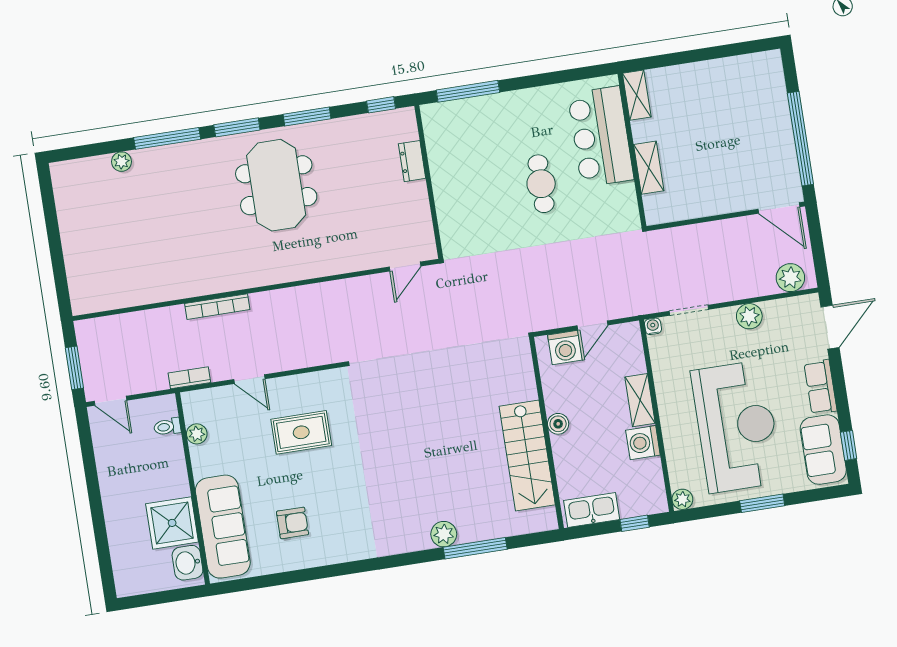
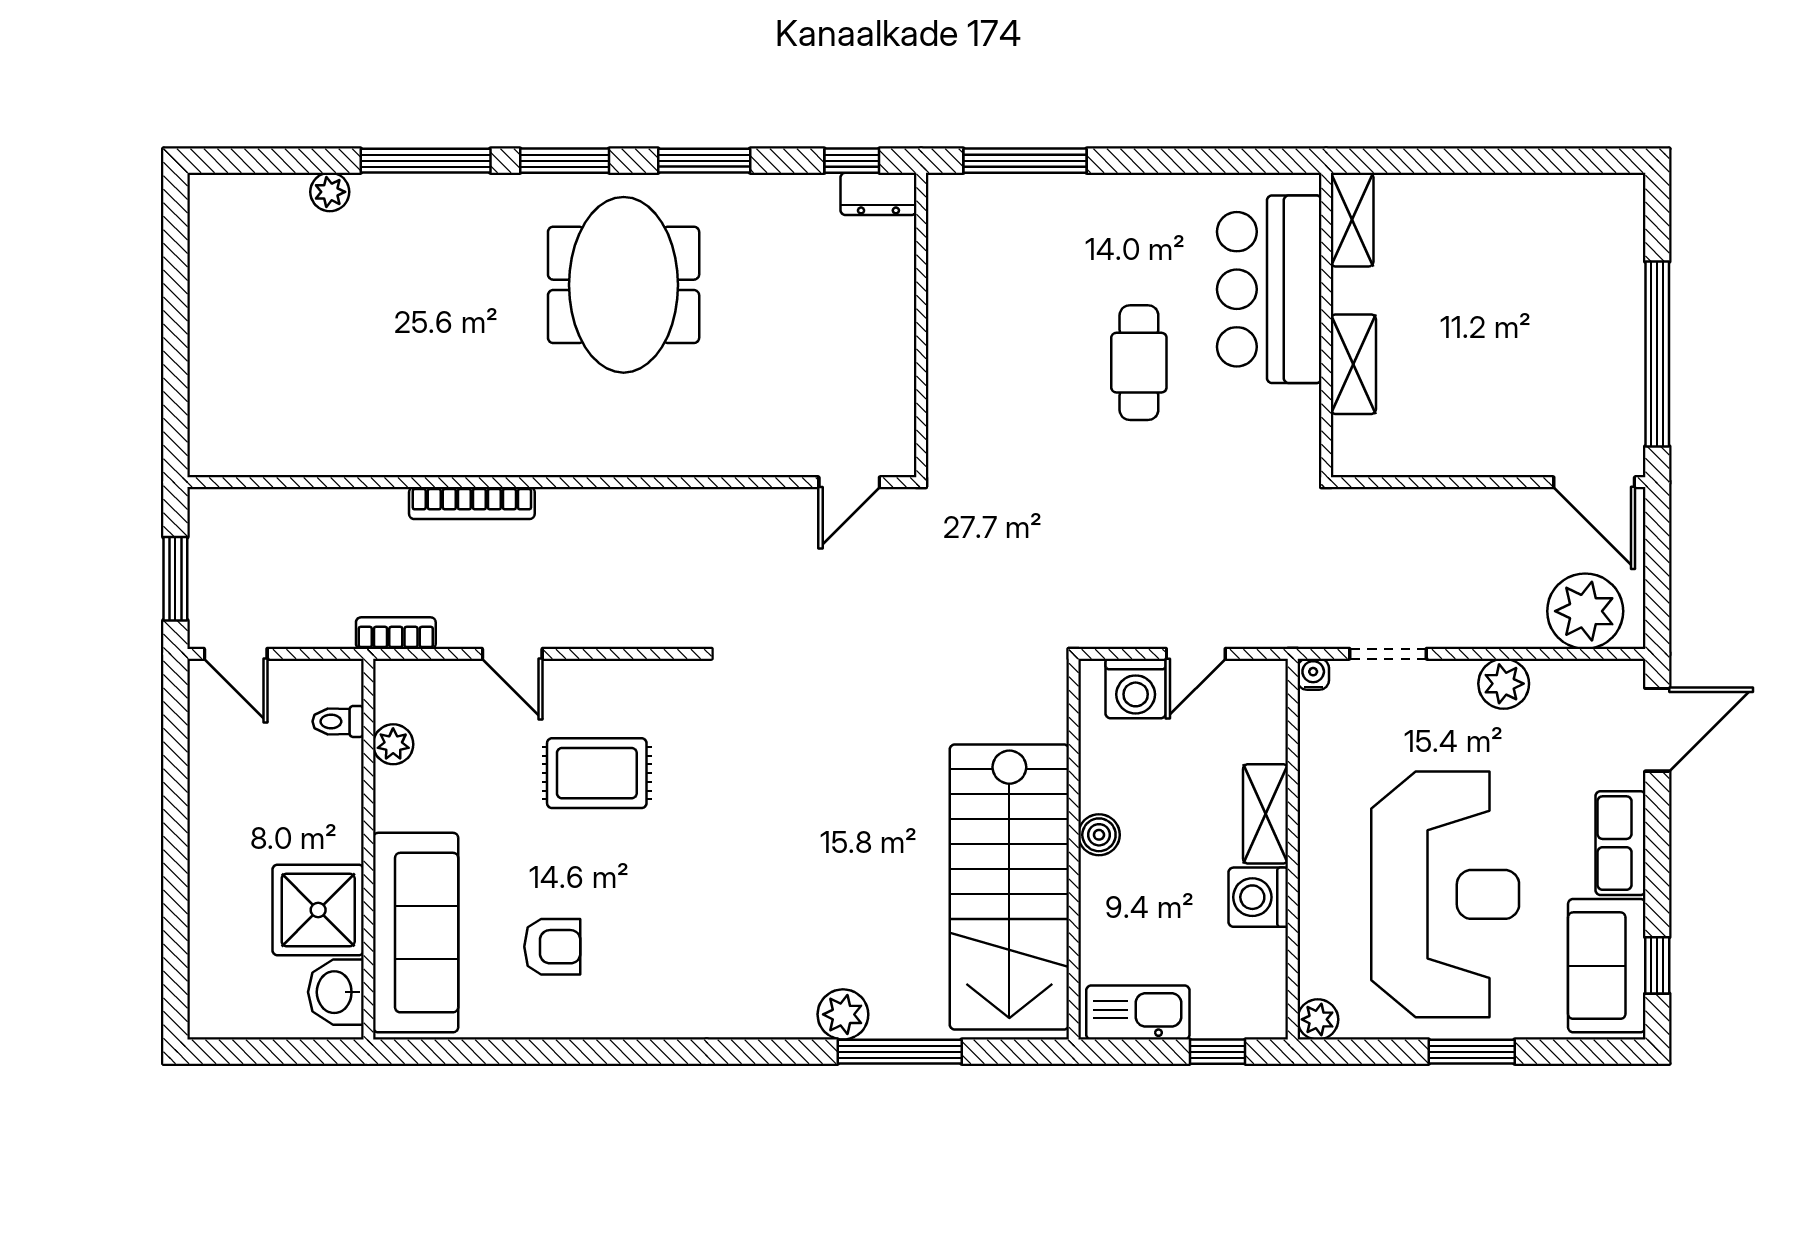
dresser: (412, 161) -> (878, 194), moved, turned -90
plant: (790, 278) -> (1585, 611), width x1.36, depth x1.36
stairs: (527, 455) -> (1009, 887), width x1.36, depth x1.51

